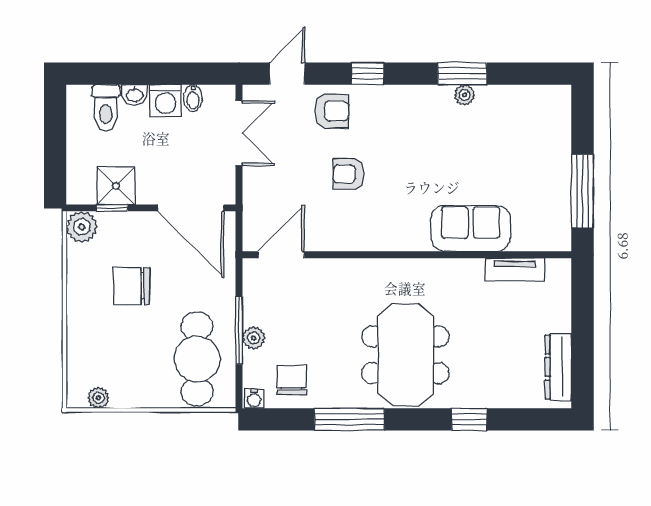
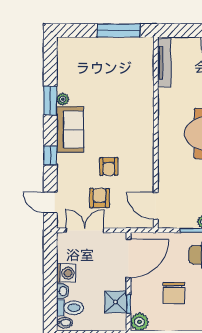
bidet: (193, 98) -> (65, 323), moved
armchair: (332, 111) -> (99, 198), moved
sofa: (471, 229) -> (70, 129), moved, turned 180
tv unit: (515, 269) -> (164, 63), width x1.41

